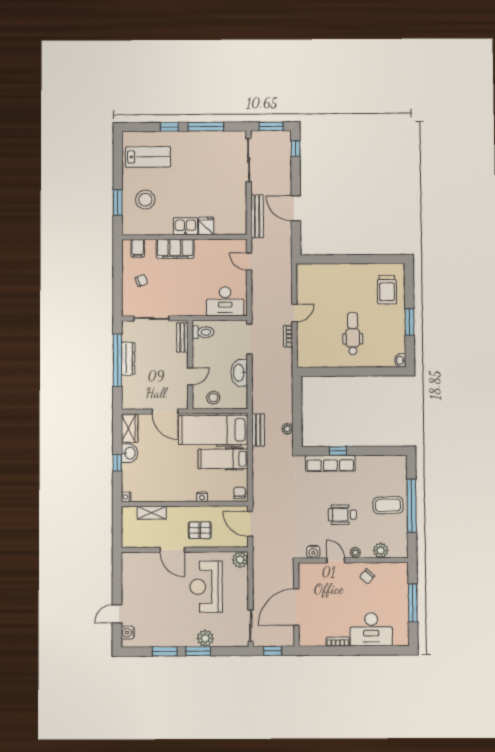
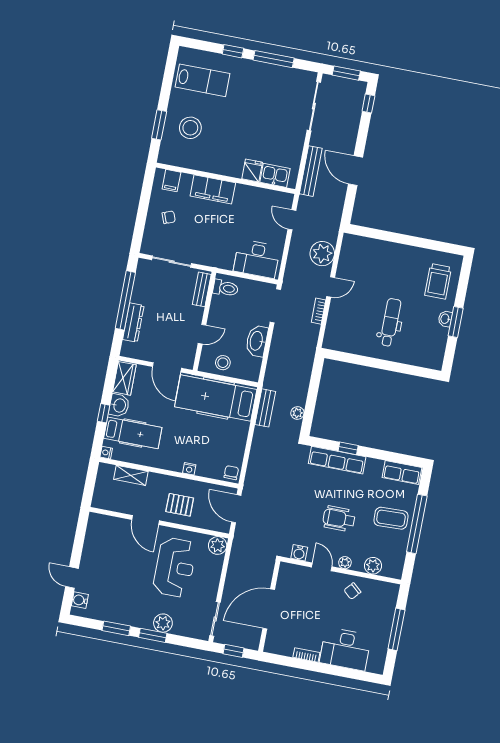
kitchen sink: (185, 226) -> (275, 175), moved
plant: (281, 286) -> (322, 254), added
dresser: (128, 359) -> (133, 322), moved
washbasin: (400, 360) -> (445, 319), moved
hospital bed: (223, 459) -> (133, 433), moved, turned 180
row of seats: (389, 463) -> (402, 473), added
reception desk: (206, 587) -> (175, 567), turned 180
door: (117, 614) -> (72, 577), hinge flipped

